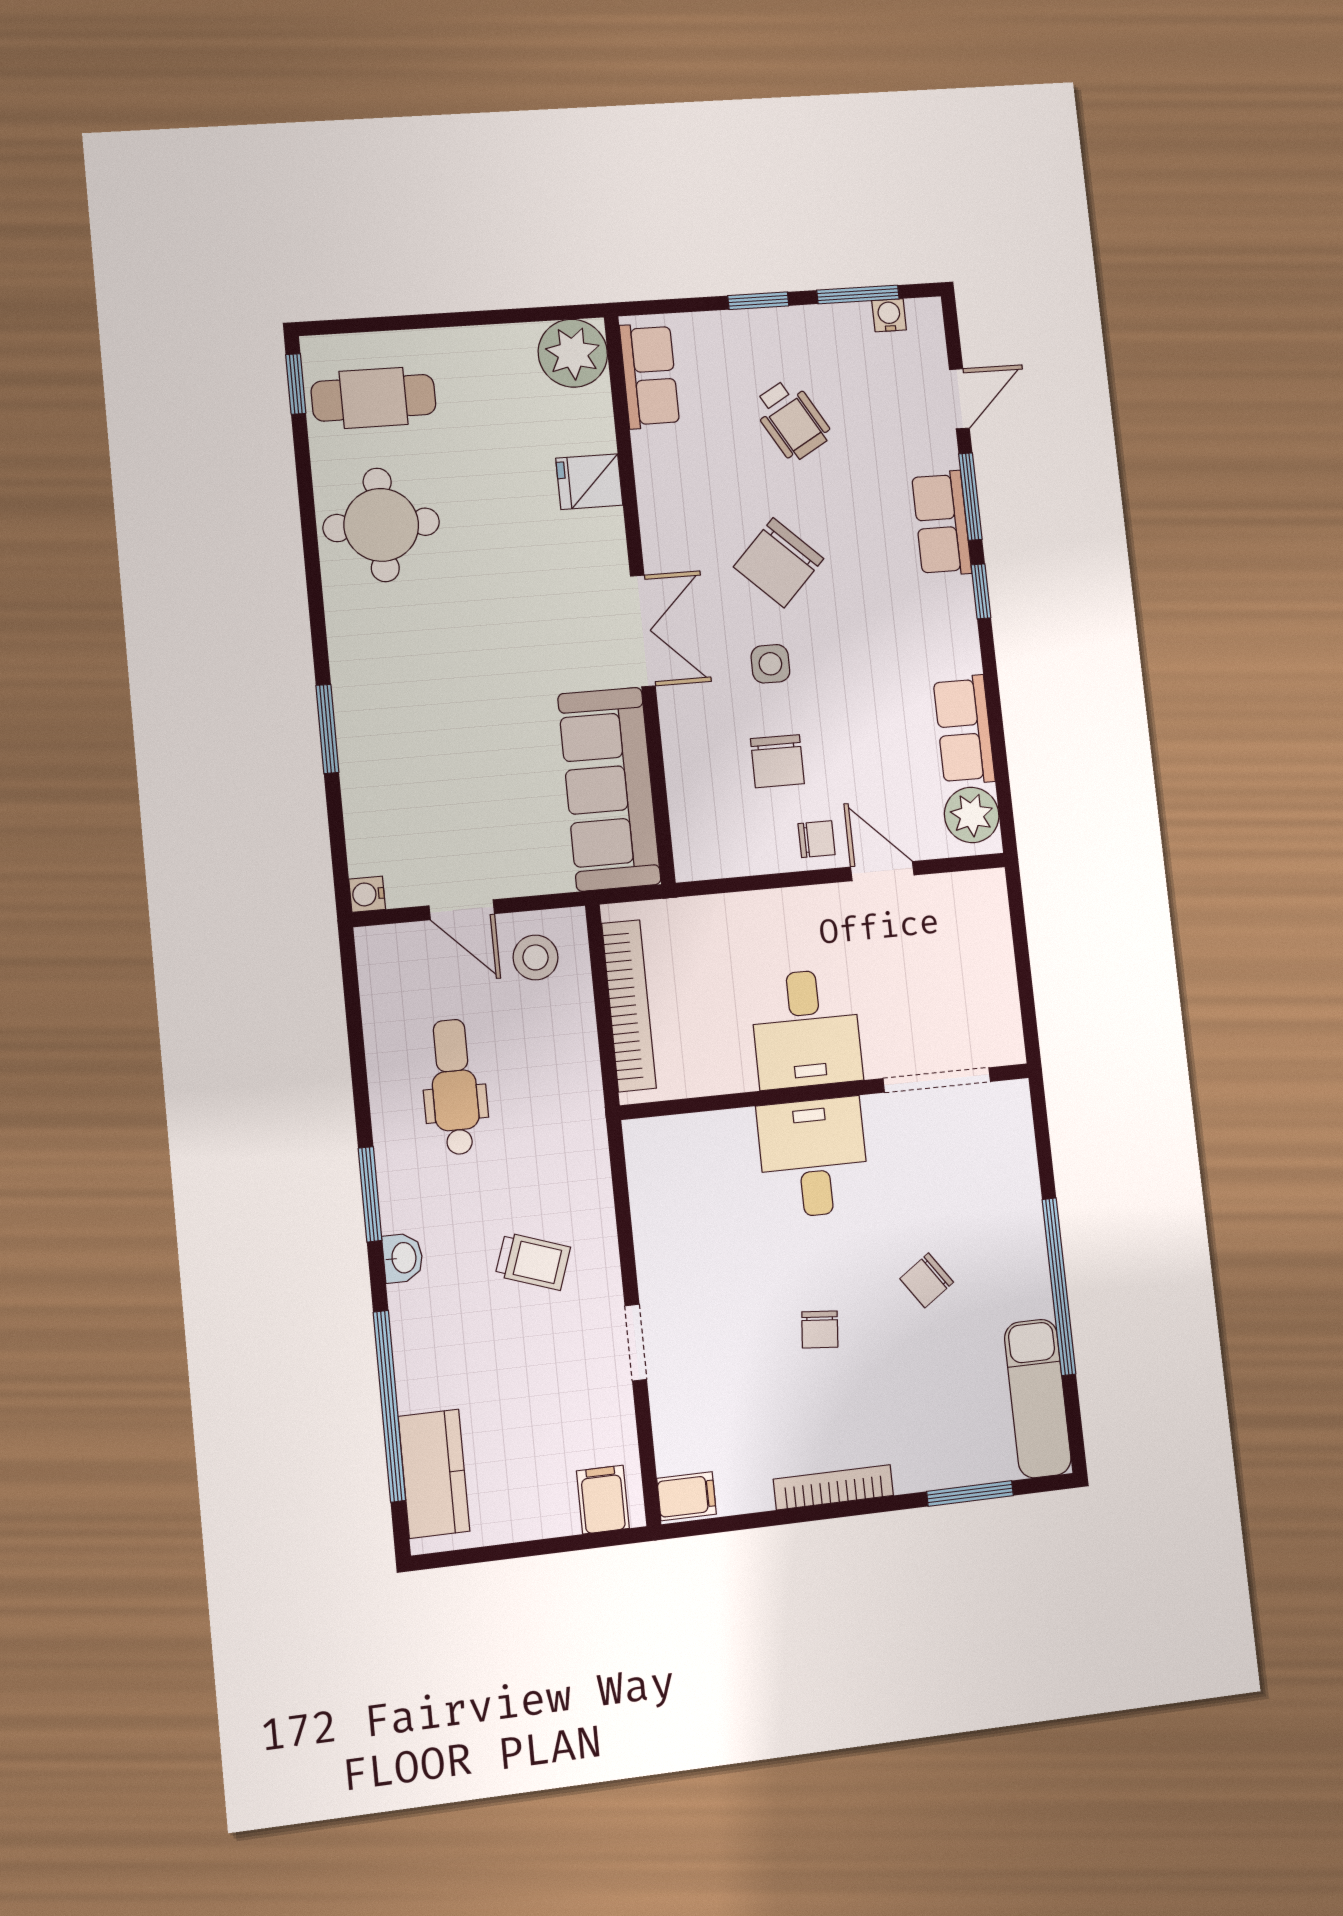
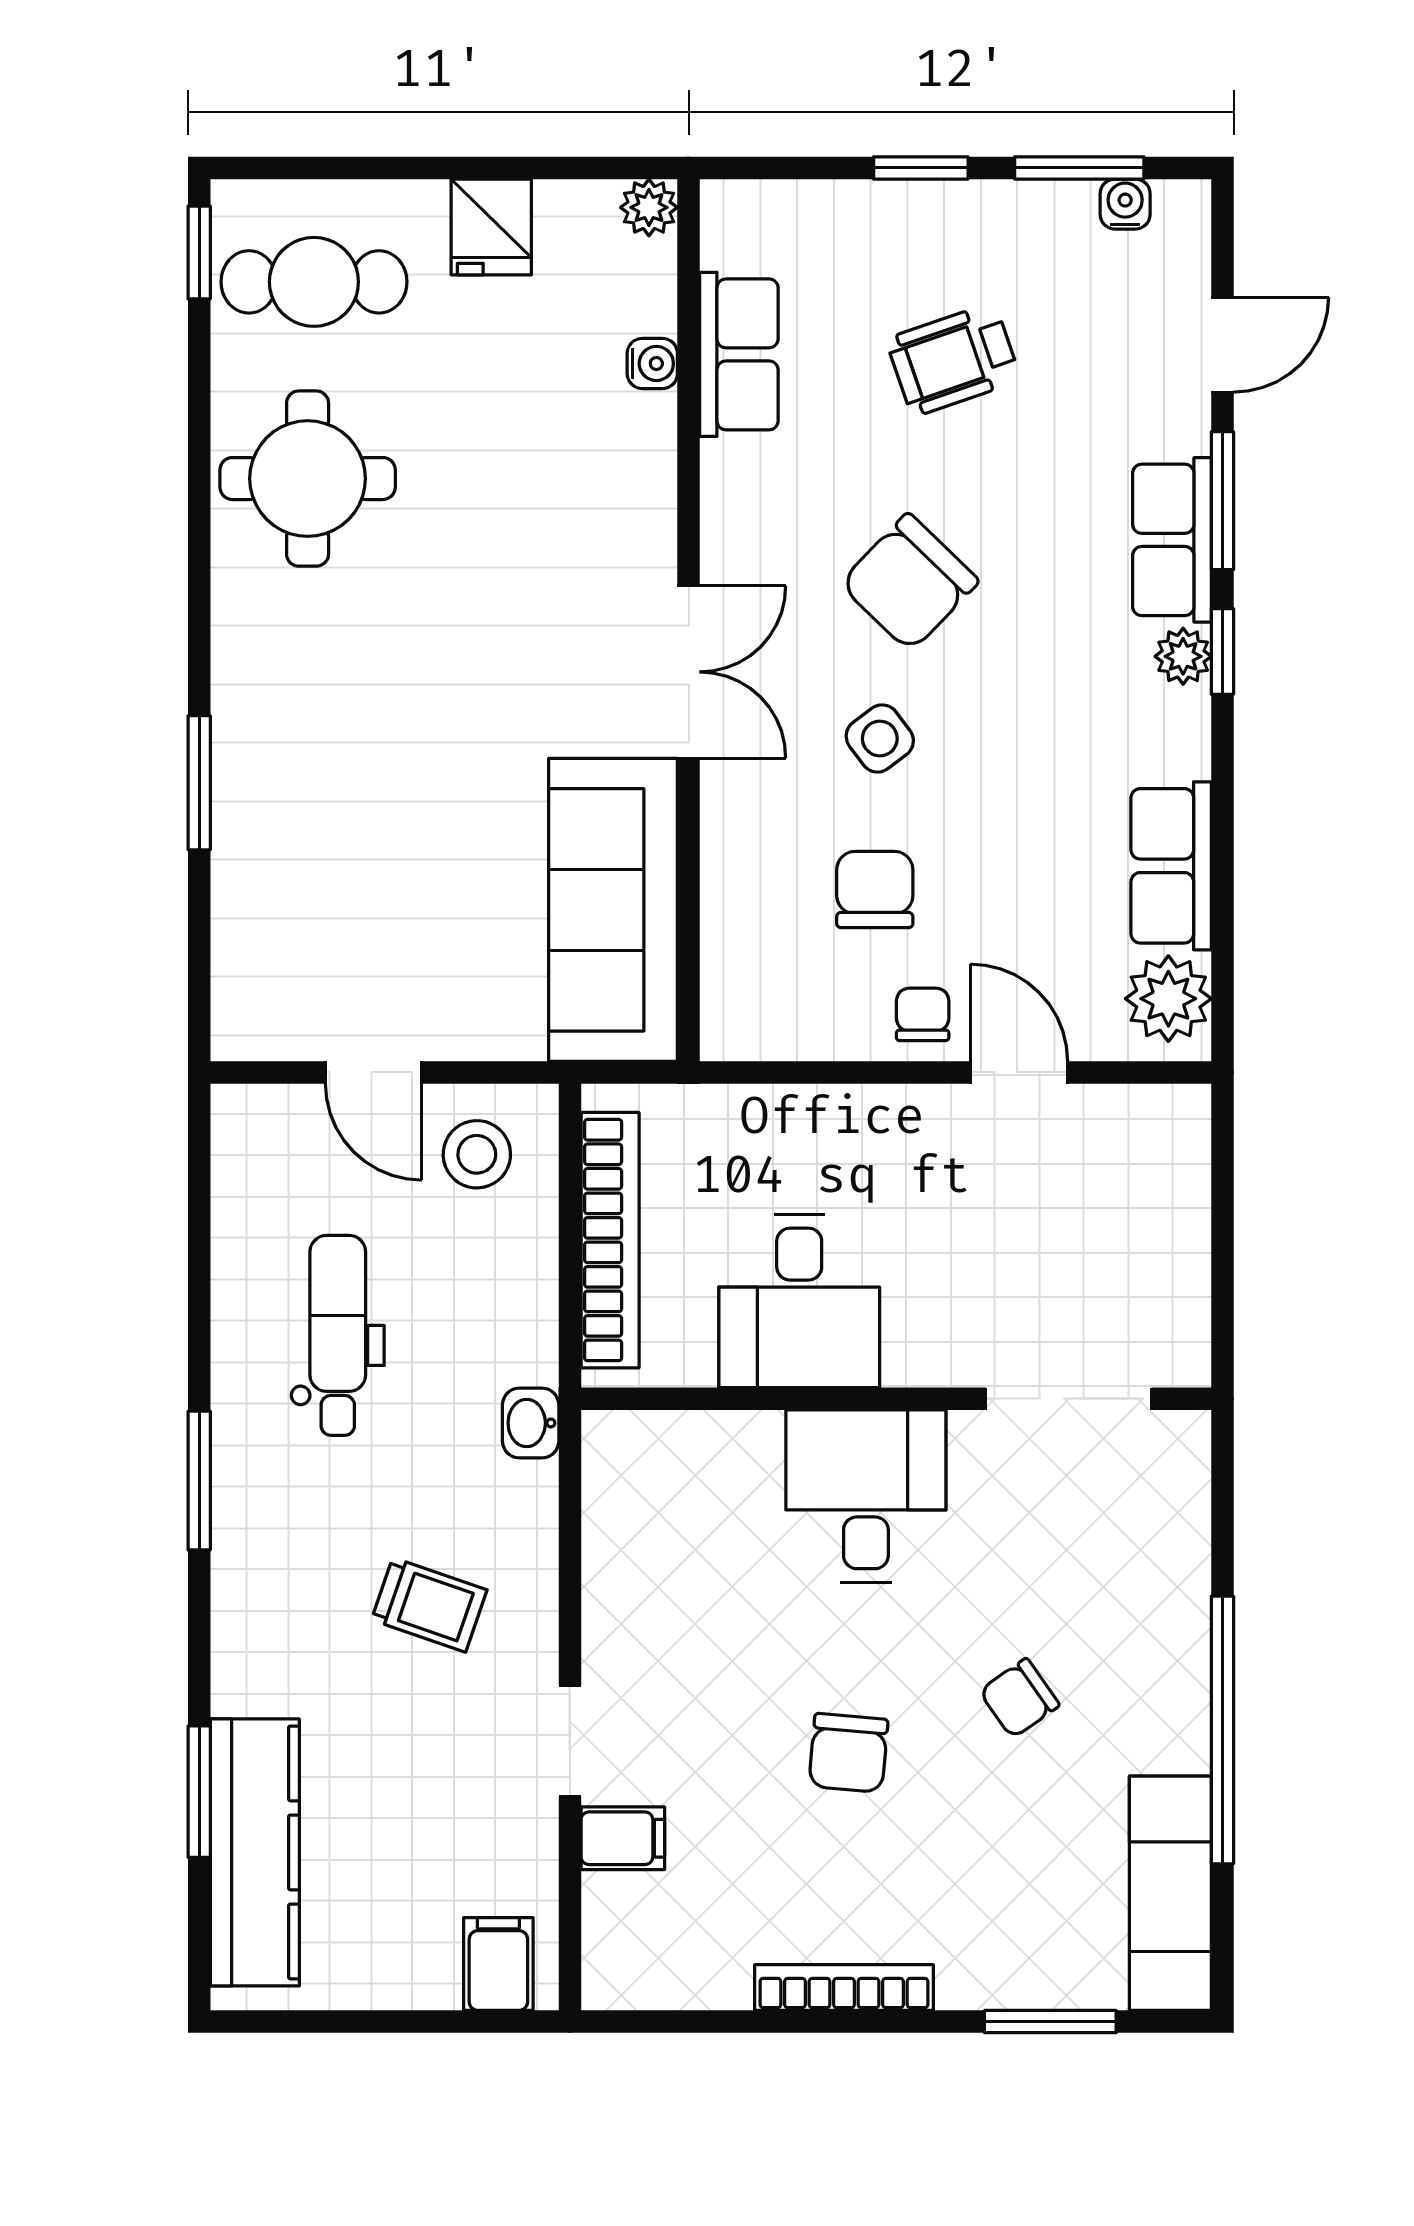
plant: (573, 353) -> (649, 207), width x0.53, depth x0.53
row of seats: (649, 376) -> (739, 354), moved
wheelchair: (792, 420) -> (953, 360), turned 101
fridge: (589, 482) -> (491, 227), moved, turned -90
plant: (957, 596) -> (1183, 656), added
side table: (770, 664) -> (880, 738), turned -37
chair: (777, 761) -> (875, 889), turned 180
chair: (817, 839) -> (923, 1014), turned -90
water cooler: (367, 894) -> (652, 363), moved, turned 180
desk: (806, 1029) -> (799, 1301), moved
washbasin: (403, 1258) -> (531, 1423), moved, turned 180
chair: (820, 1329) -> (848, 1753), width x1.37, depth x1.37
window: (389, 1406) -> (199, 1792), width x0.47
kitchen counter: (434, 1474) -> (255, 1852), width x1.50
filing cabinet: (687, 1496) -> (623, 1838), moved

